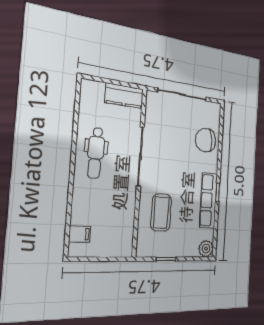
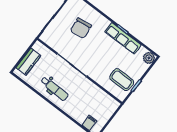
kitchen counter: (124, 96) -> (28, 62), moved
chair: (206, 140) -> (81, 28), moved
coffee table: (161, 213) -> (122, 80), moved

